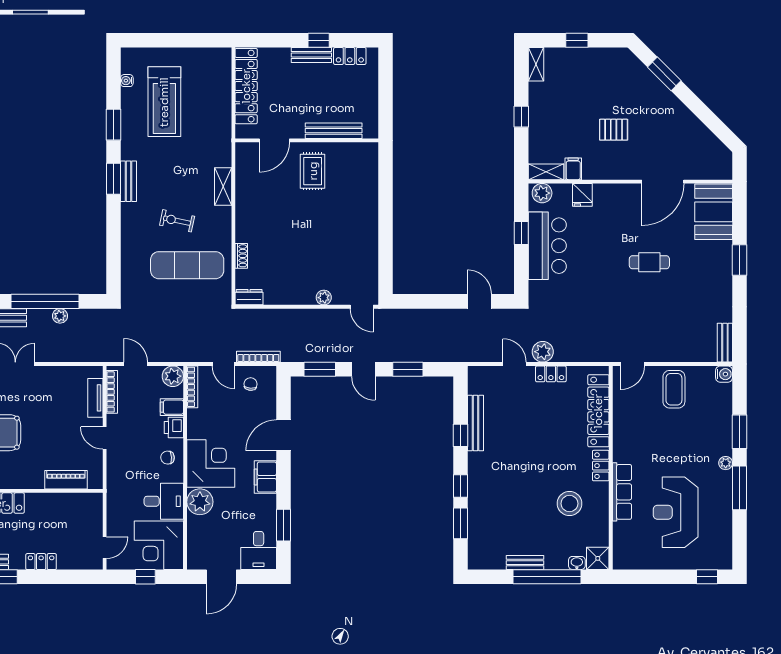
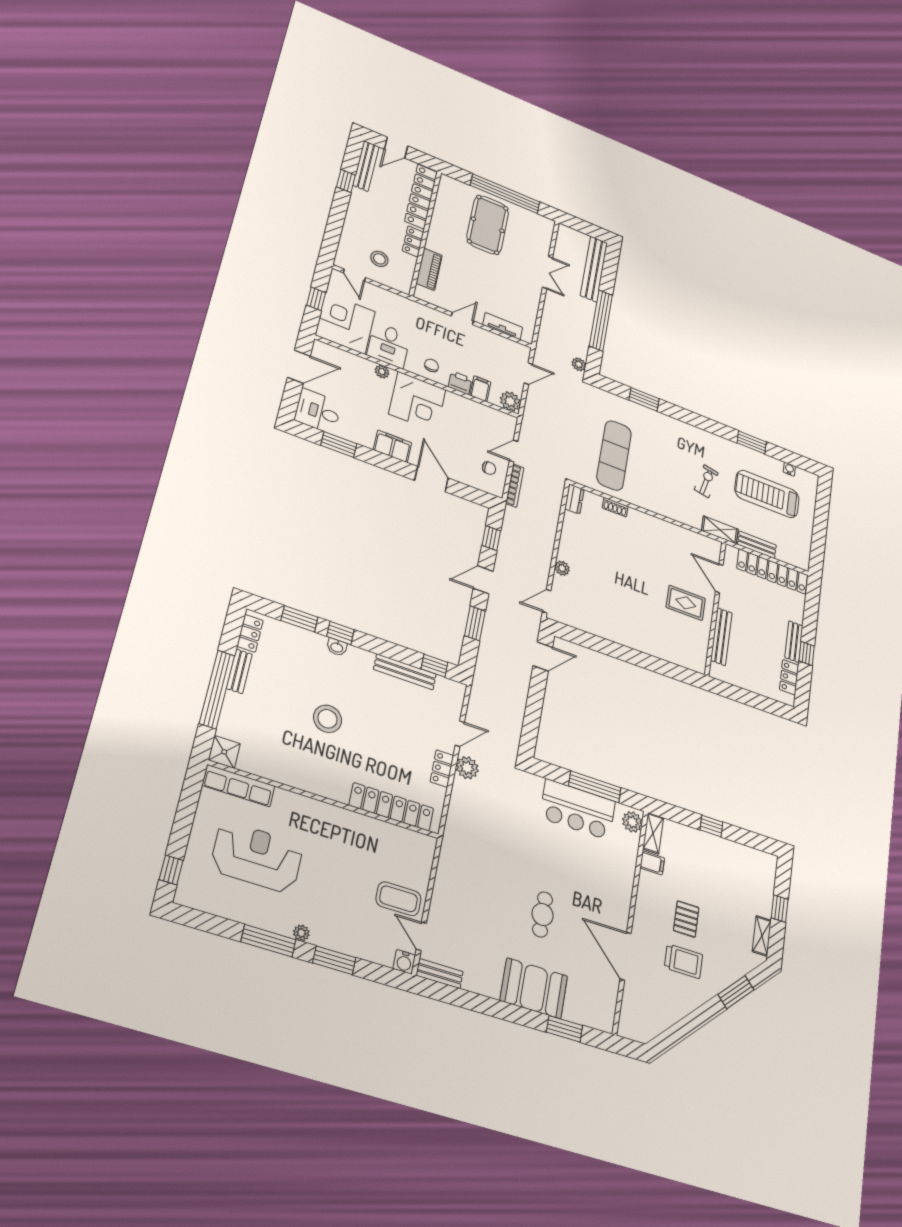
shelving: (536, 64) -> (762, 936), moved, turned 90
trolley: (651, 127) -> (684, 961), added
window: (114, 179) -> (644, 399), moved
bench: (128, 181) -> (757, 545), moved
shelving: (223, 186) -> (720, 530), moved
fridge: (582, 195) -> (624, 864), removed
booth: (714, 212) -> (534, 988), moved
exercise bike: (177, 221) -> (706, 481), moved
window: (521, 233) -> (595, 787), width x2.17
window: (740, 260) -> (564, 1029), moved
door: (479, 301) -> (543, 657), moved
plant: (60, 316) -> (579, 364), moved
door: (633, 364) -> (421, 936), moved
window: (320, 369) -> (491, 538), width x0.67
bookcase: (192, 387) -> (497, 415), removed
bookcase: (112, 392) -> (506, 342), removed
window: (461, 435) -> (434, 666), moved
locker: (601, 466) -> (250, 633), moved, turned 90
row of seats: (622, 492) -> (238, 786), moved
plant: (200, 502) -> (382, 372), width x0.53, depth x0.53
stool: (569, 504) -> (328, 719), moved
stool: (76, 528) -> (379, 259), added
locker: (41, 562) -> (413, 241), moved, turned 180
washbasin: (577, 563) -> (337, 647), moved, turned 90
door: (221, 577) -> (299, 367), swing flipped

